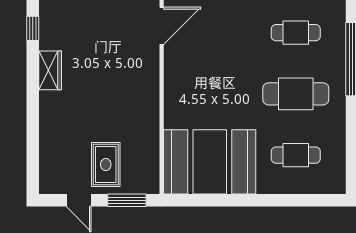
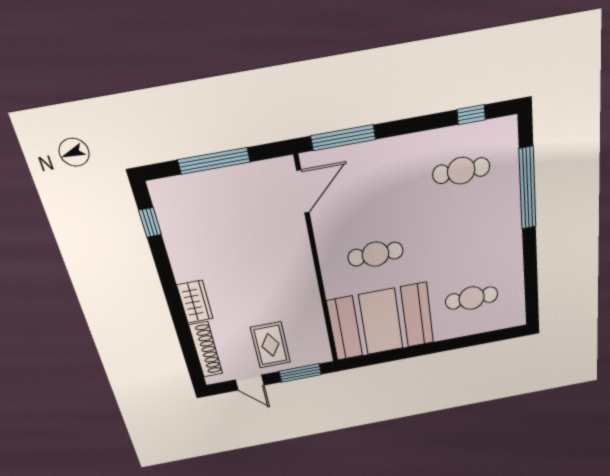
wardrobe: (50, 70) -> (195, 302), moved
cafe table: (296, 94) -> (376, 254), moved, width x0.73, depth x0.74
shoe rack: (48, 157) -> (206, 349), added

